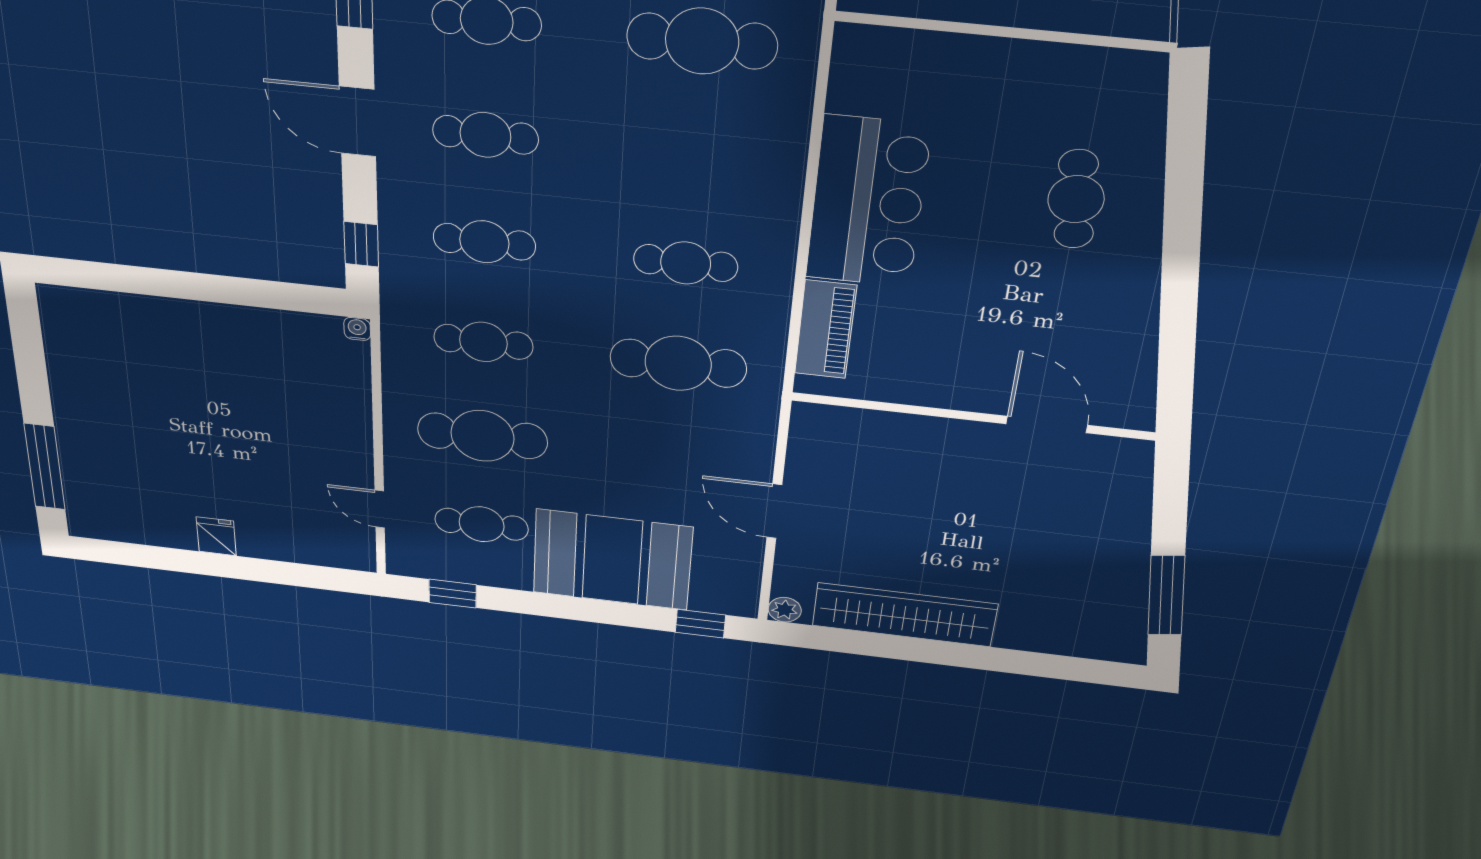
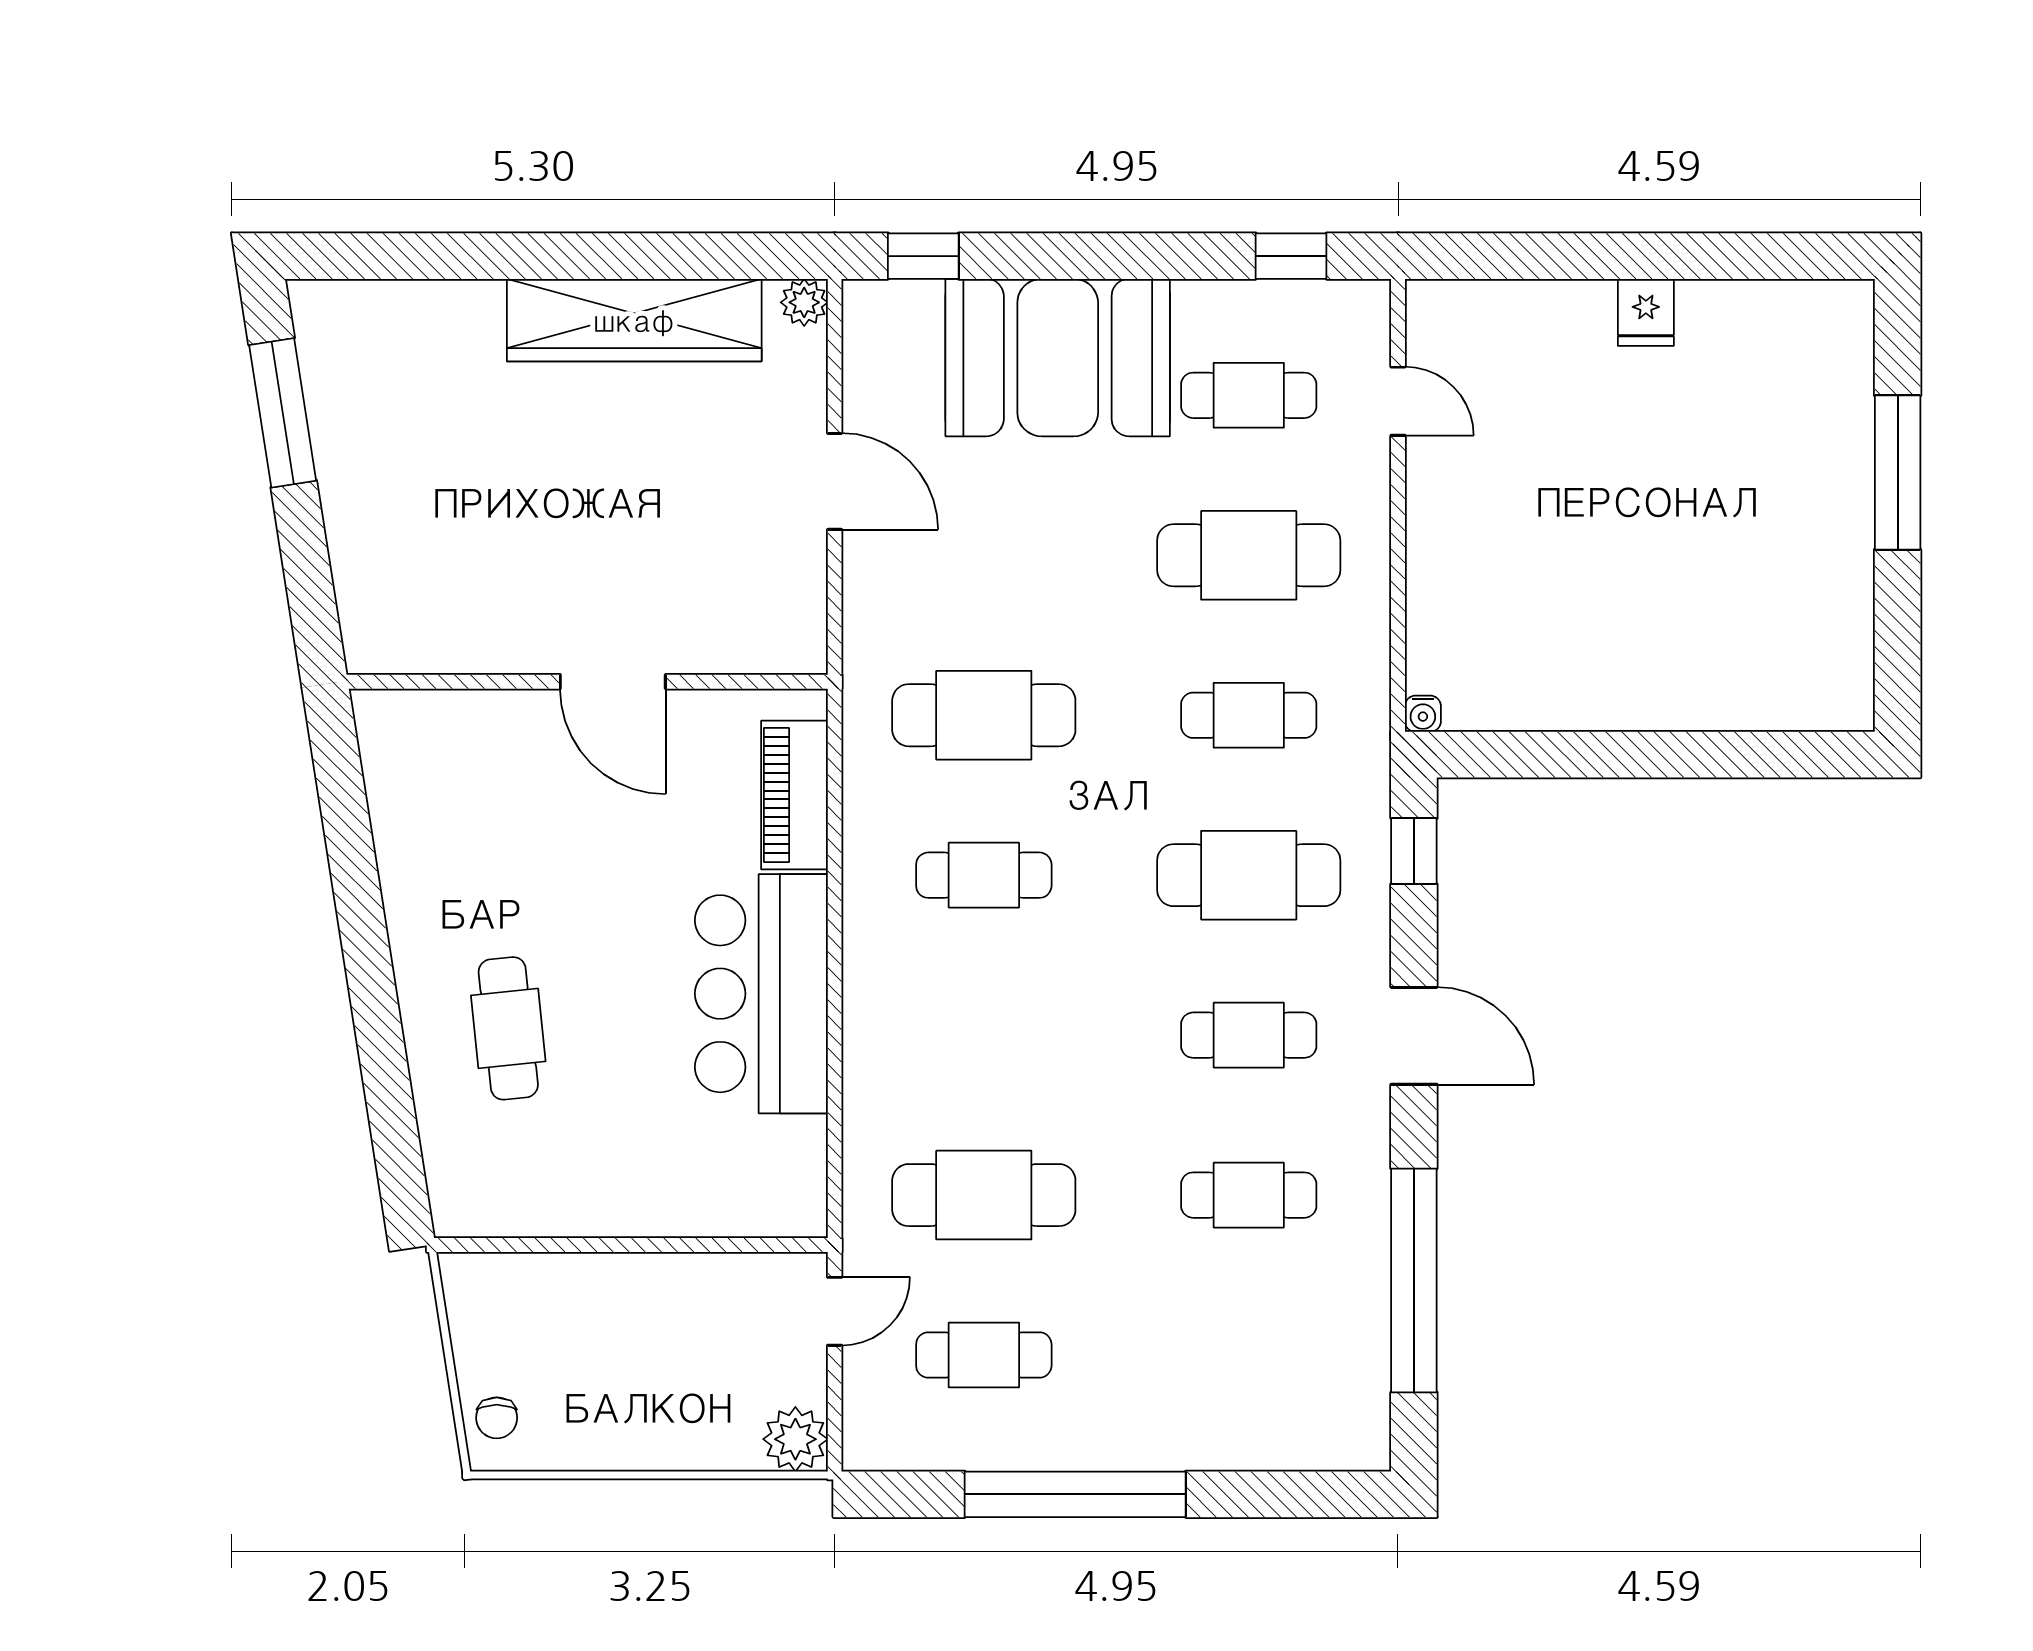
cafe table: (484, 242) -> (1249, 875), width x1.37, depth x1.35
door: (1047, 425) -> (613, 682), moved
window: (45, 467) -> (1898, 472), moved

